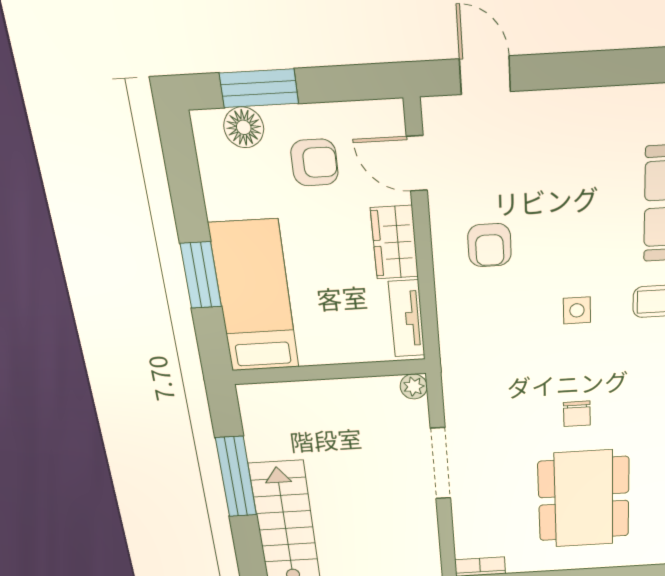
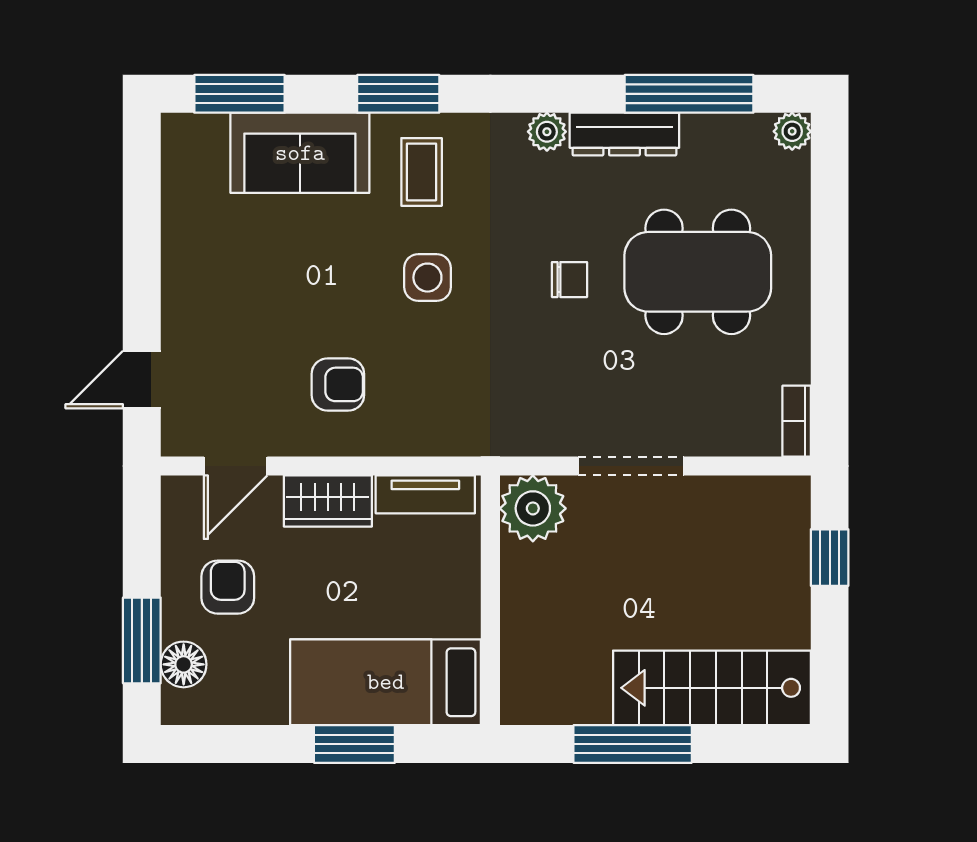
side table: (577, 310) -> (427, 278), width x1.37, depth x1.37
plant: (414, 386) -> (533, 508), width x1.87, depth x1.87

